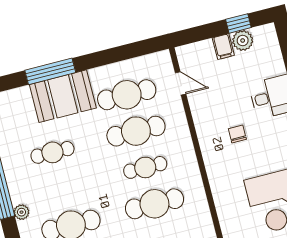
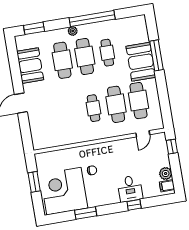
window: (238, 23) -> (172, 147), moved
filing cabinet: (223, 47) -> (167, 186), moved
chair: (237, 134) -> (92, 170), moved
cafe table: (154, 204) -> (85, 56), moved

